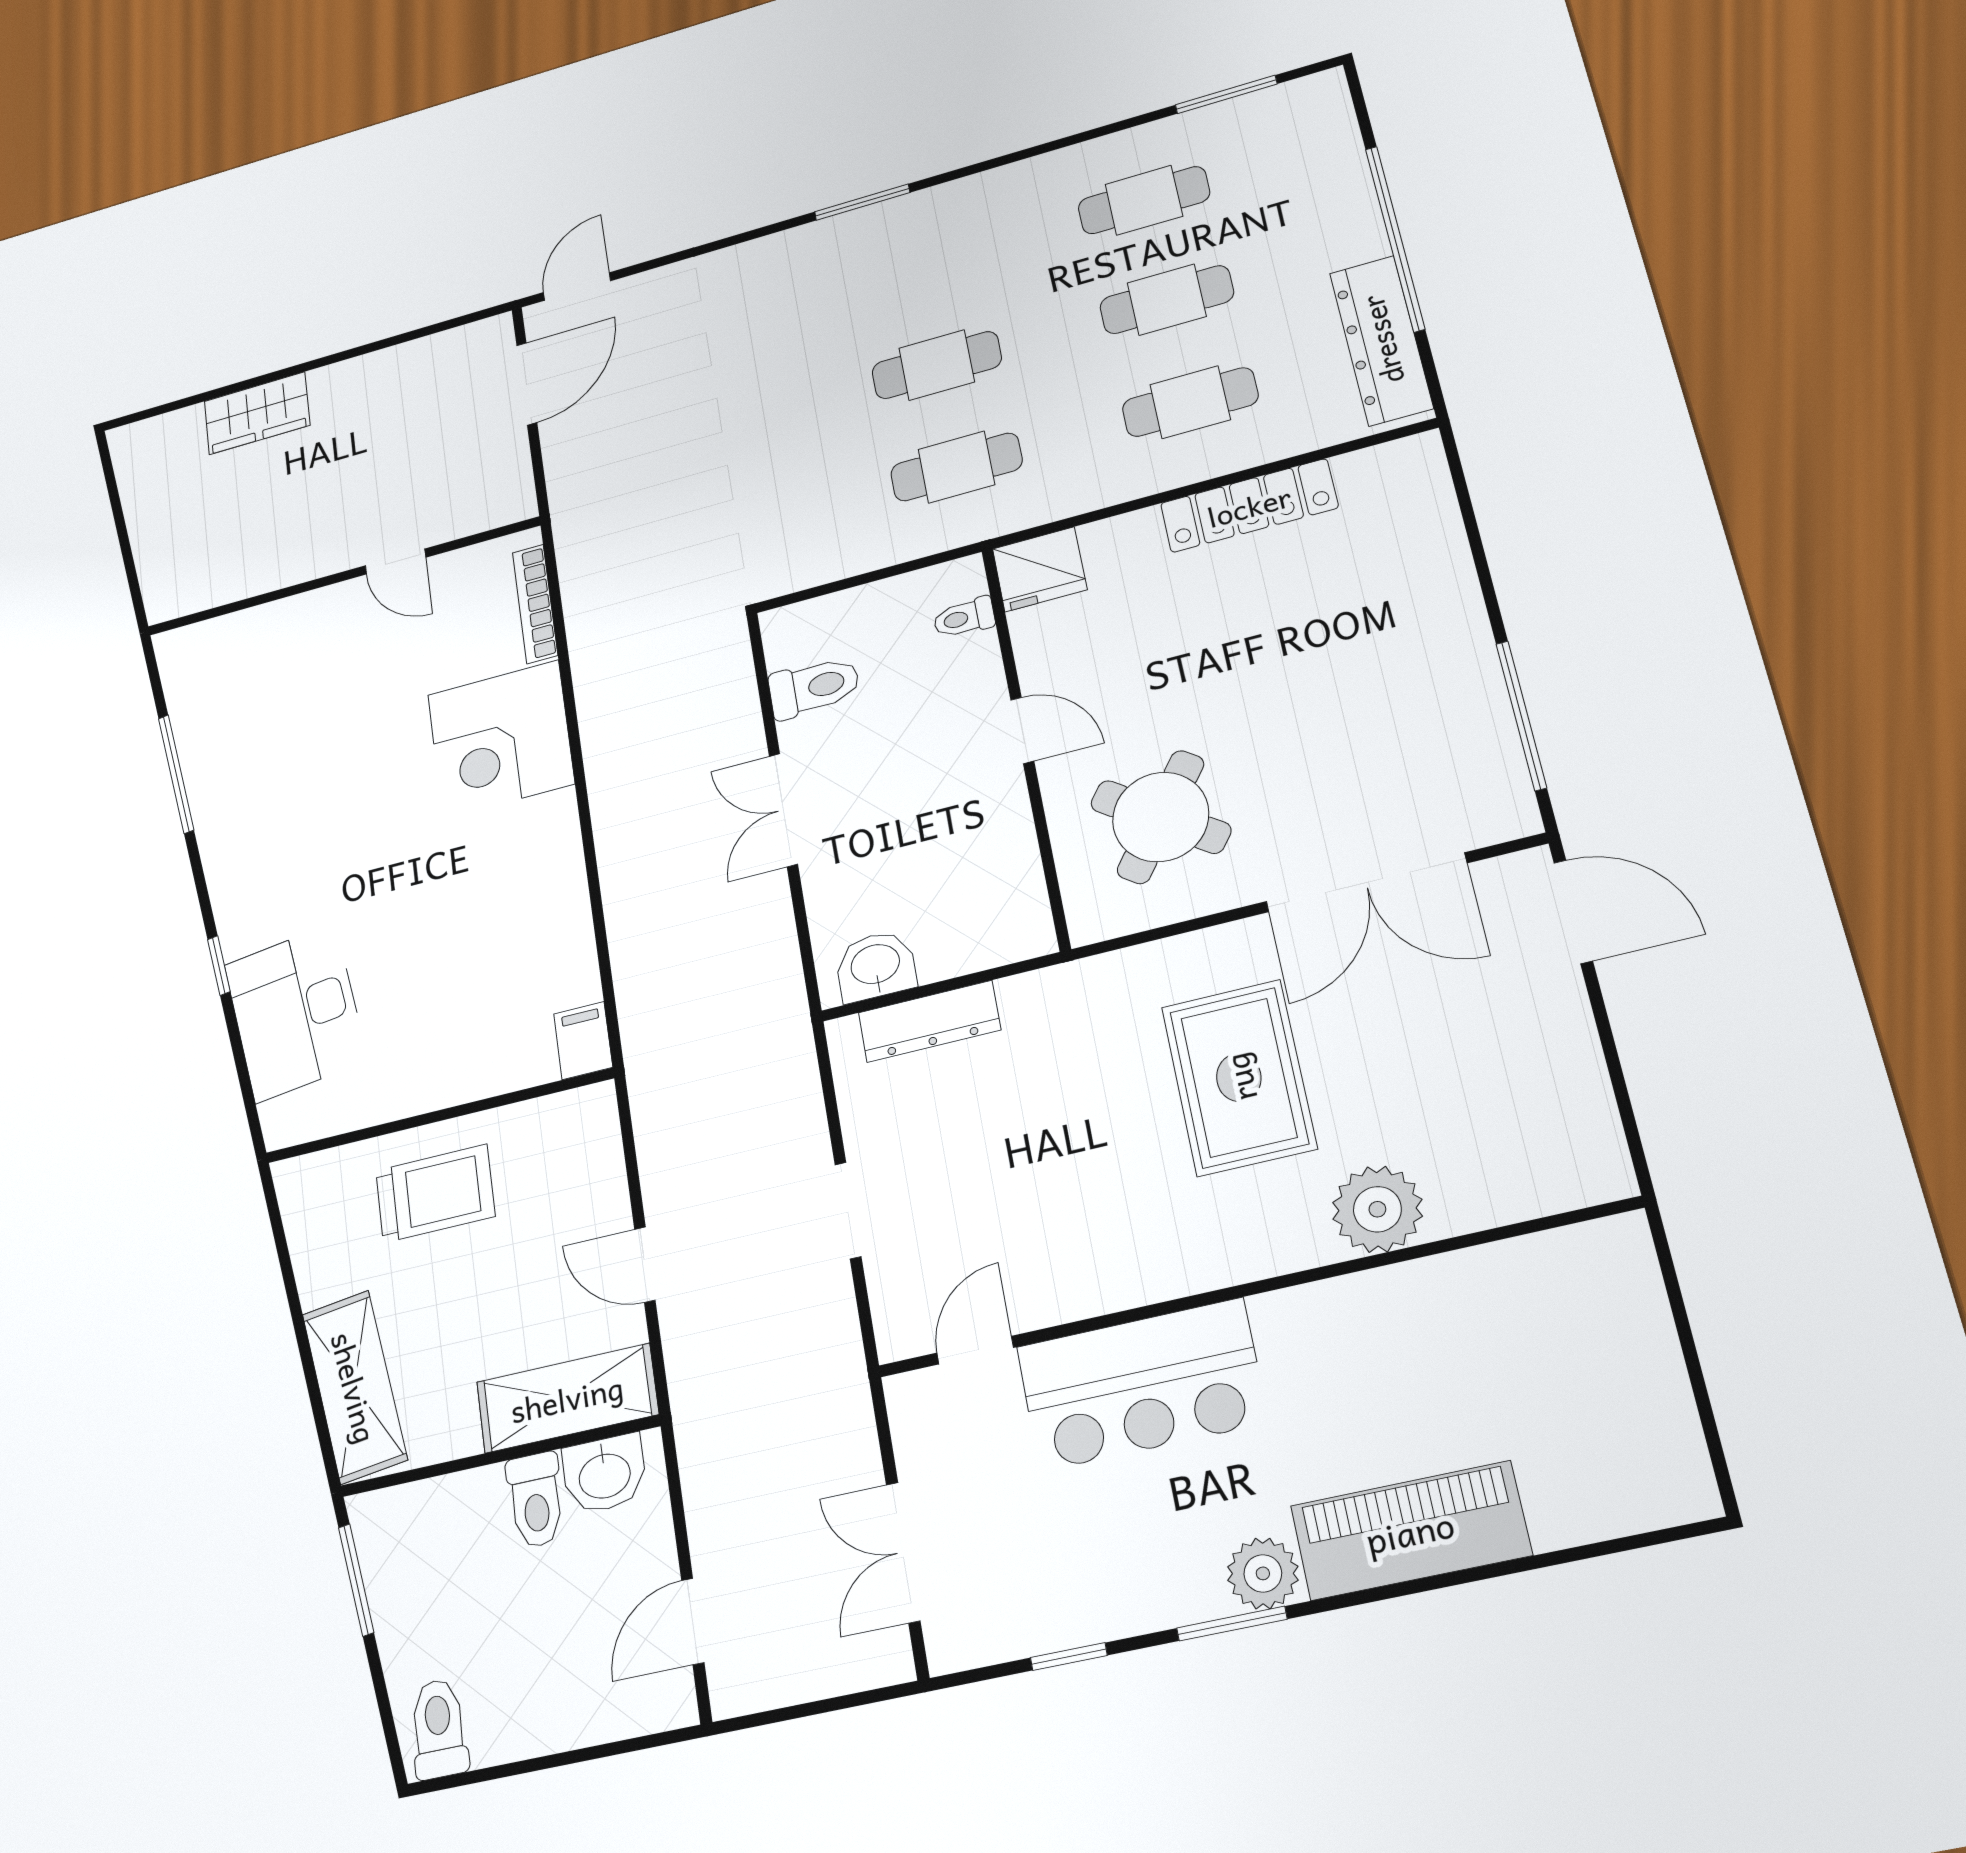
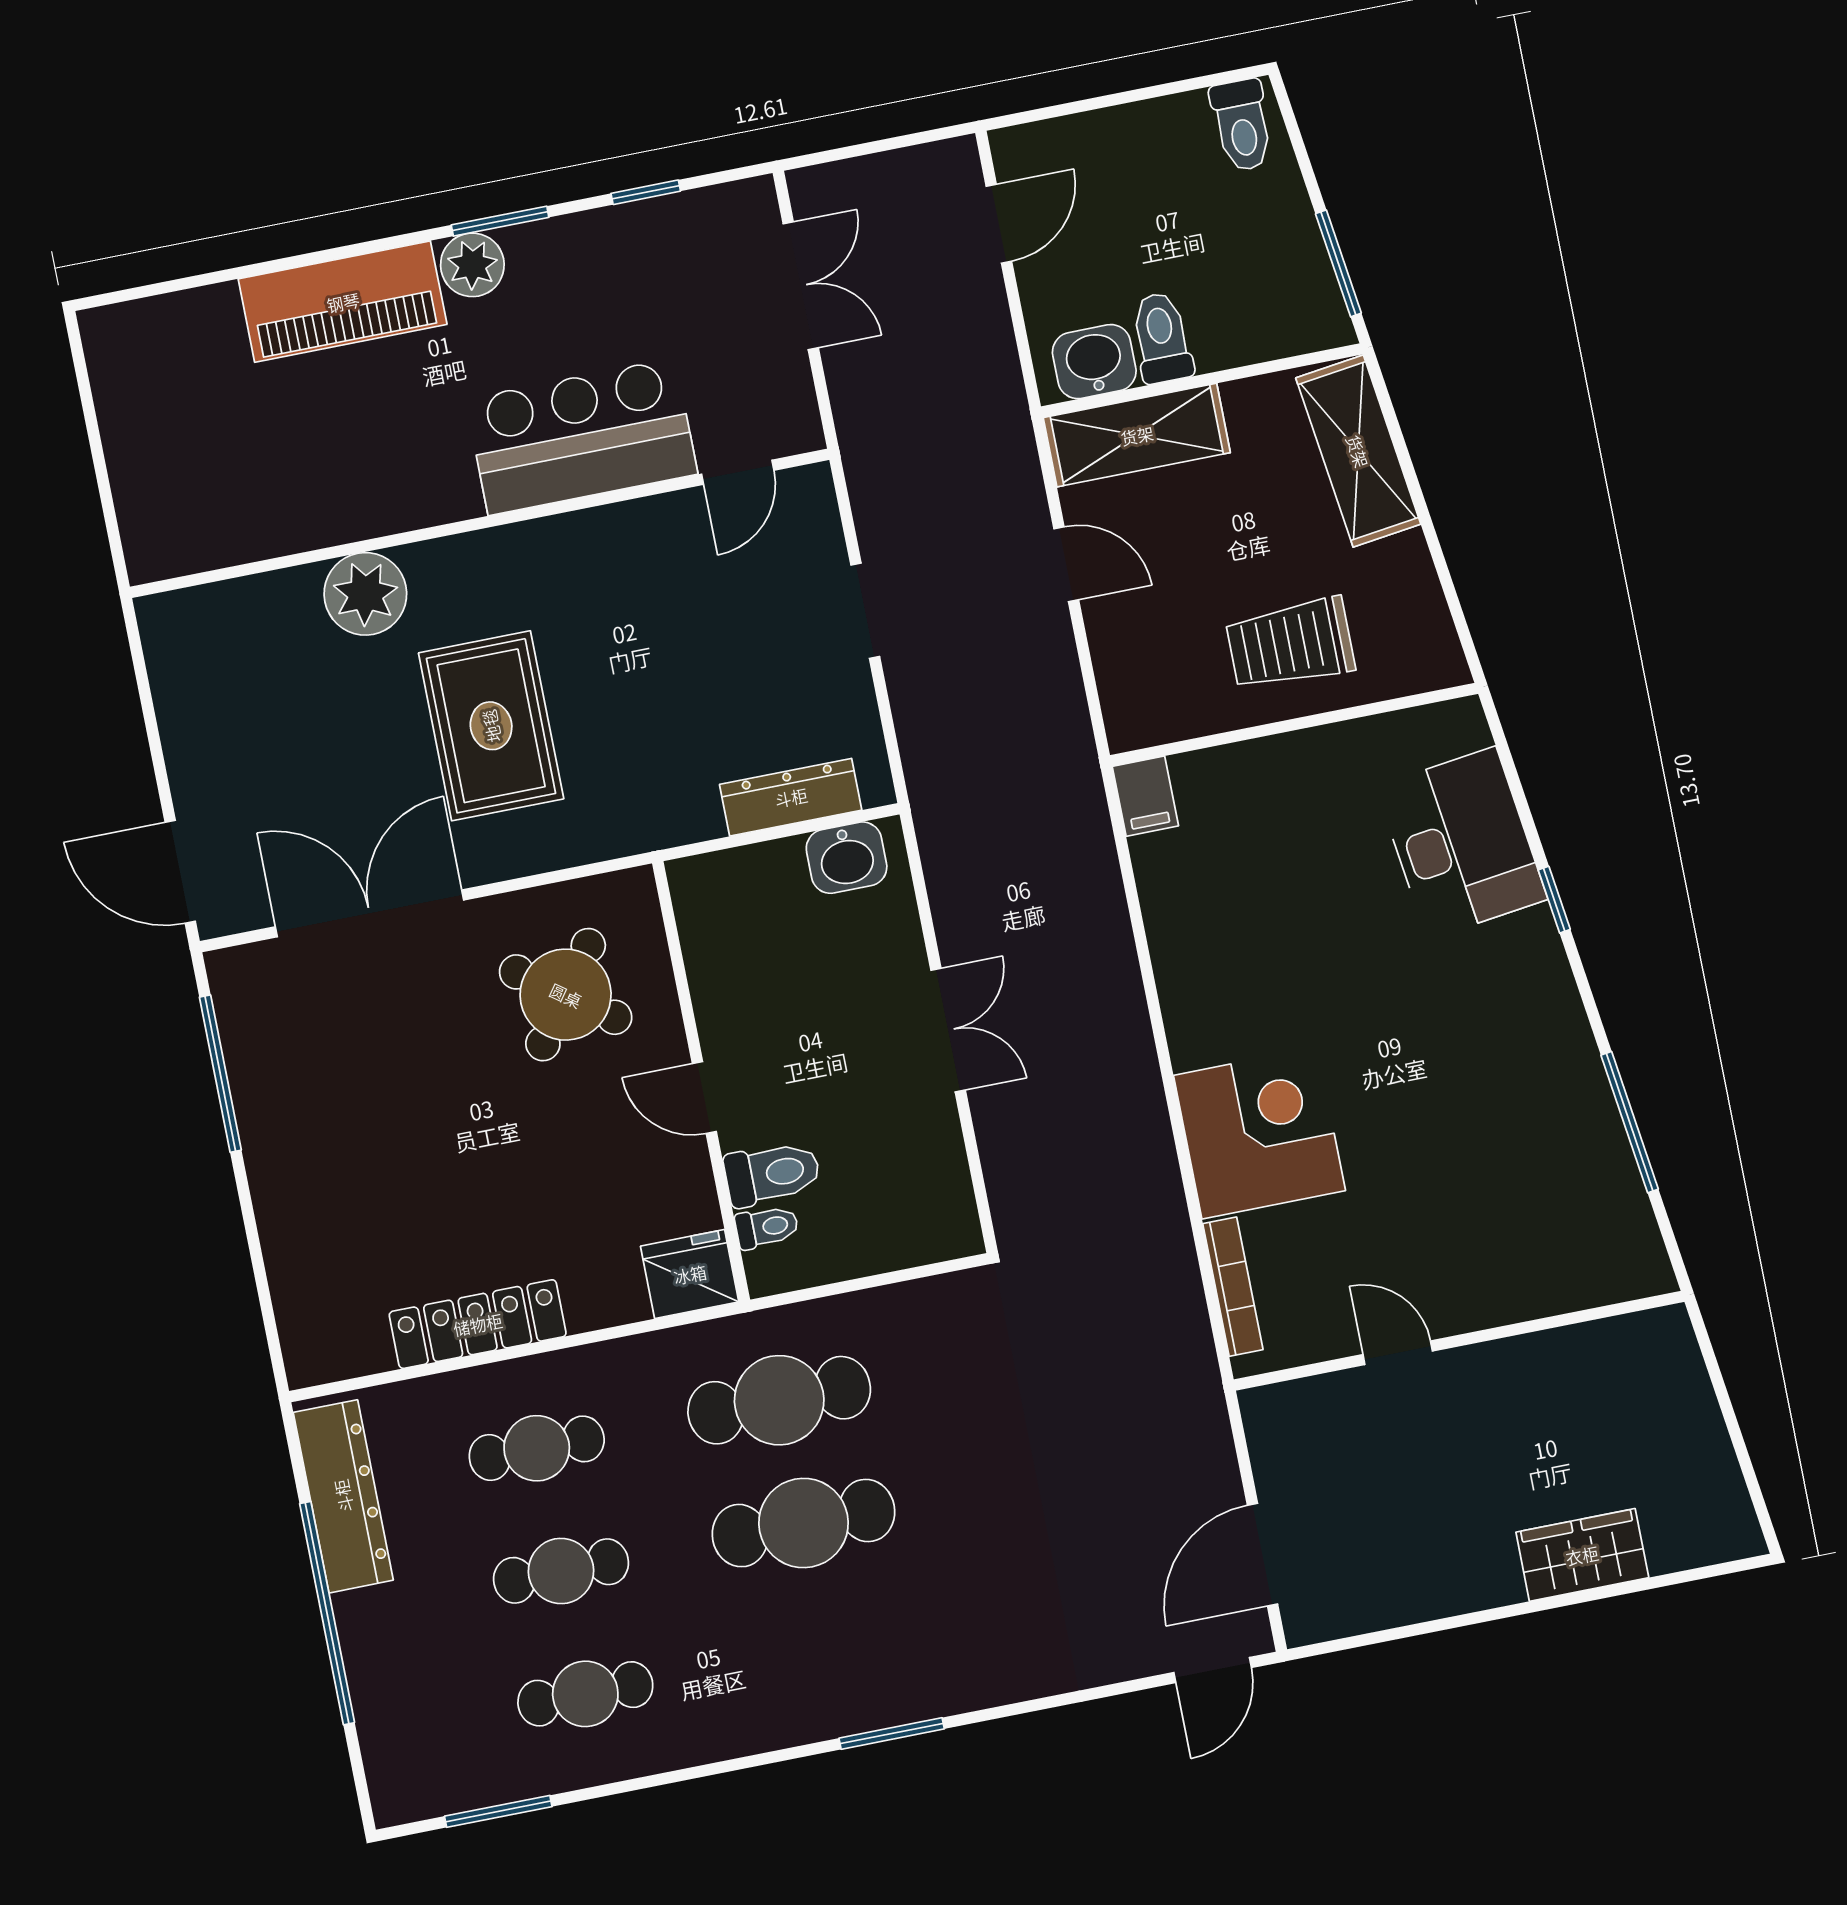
cafe table: (937, 365) -> (803, 1523), width x1.37, depth x1.35
cafe table: (956, 467) -> (779, 1400), width x1.37, depth x1.35
toilet: (814, 687) -> (772, 1174), moved, turned 180

